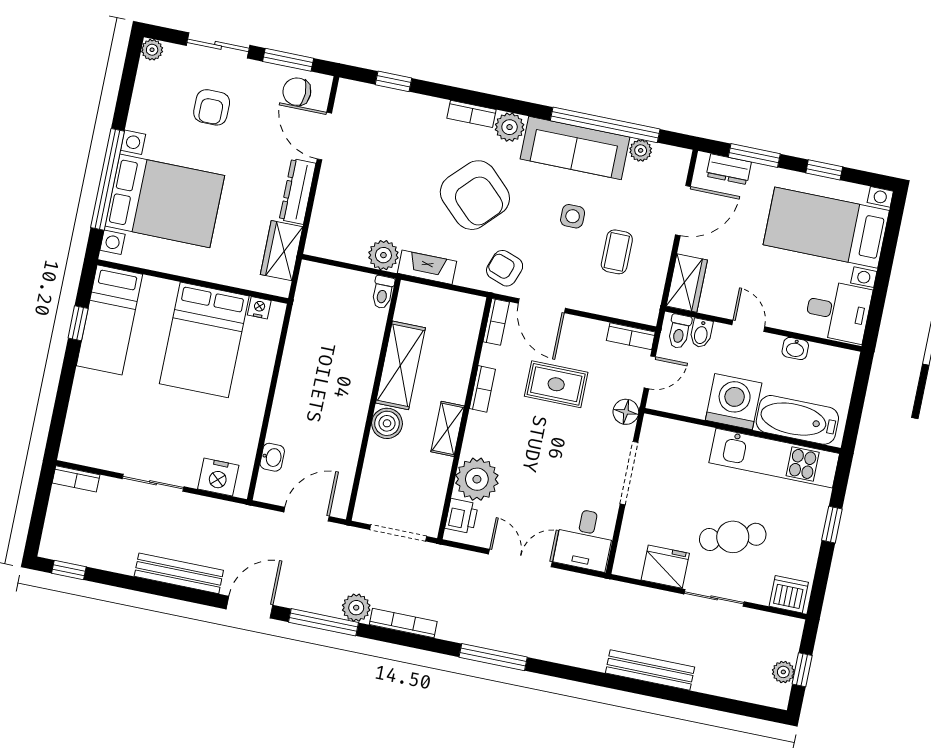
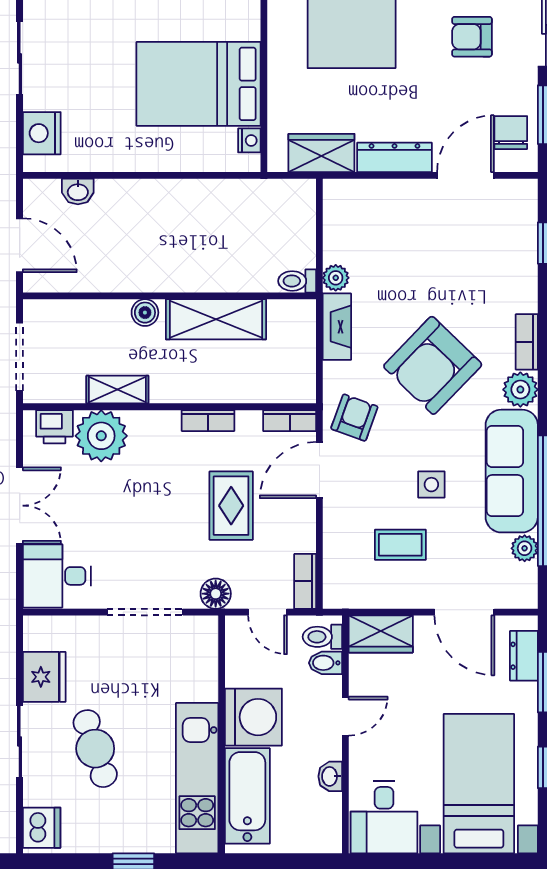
plant: (383, 255) -> (336, 278), width x0.73, depth x0.73
boiler: (387, 423) -> (145, 313), width x0.73, depth x0.73
shelving: (448, 429) -> (117, 390), moved

